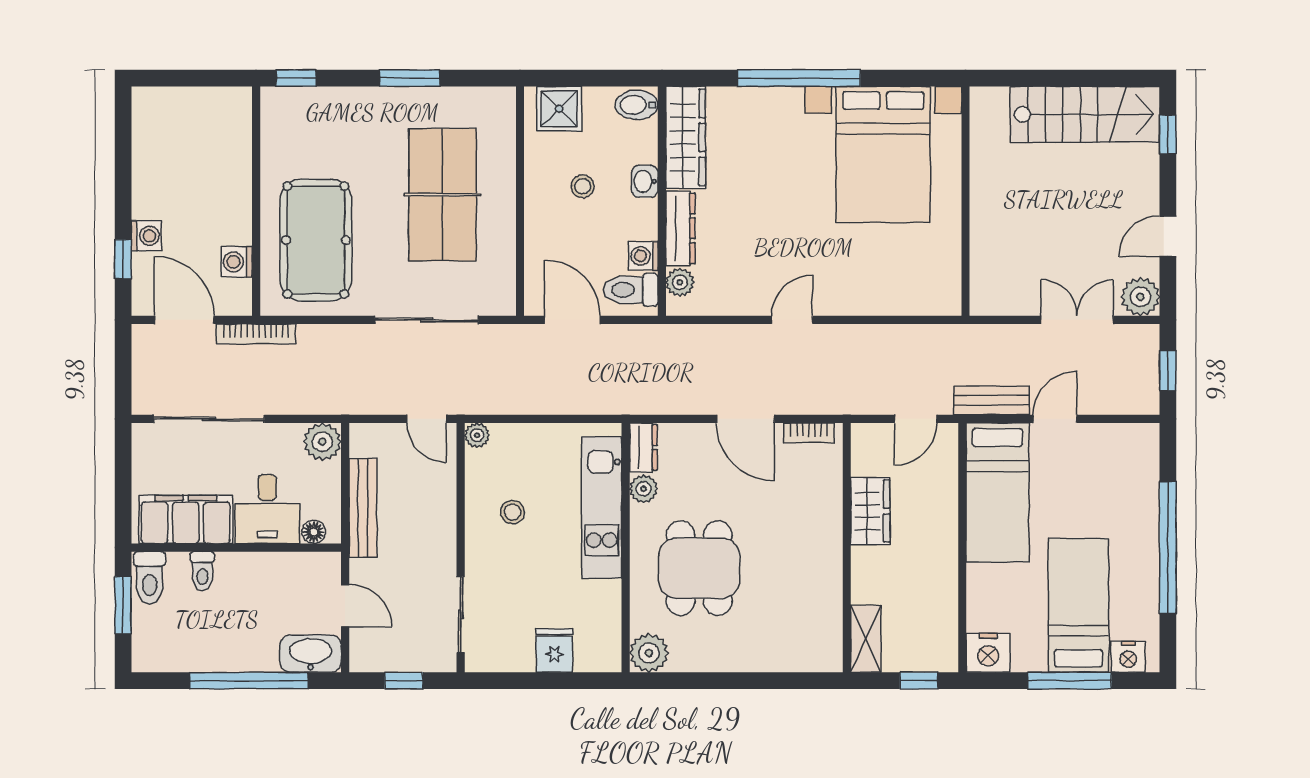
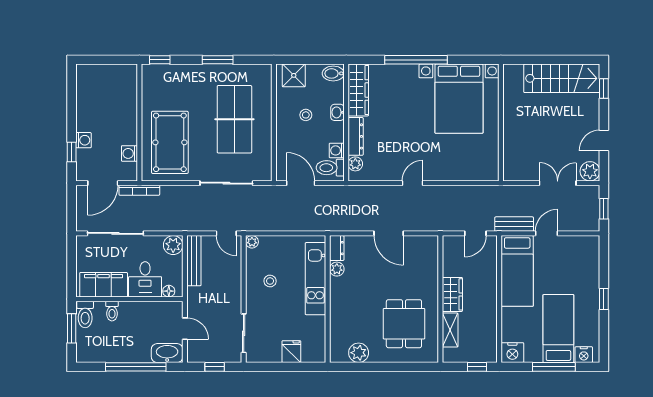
door: (184, 320) -> (103, 183), swing flipped
bookcase: (809, 433) -> (421, 241), removed
bench: (363, 508) -> (194, 261), moved
wardrobe: (870, 511) -> (452, 294), moved
window: (1168, 548) -> (604, 299), width x0.32
dining table: (699, 568) -> (404, 324), moved
shelving: (866, 639) -> (450, 330), moved
plant: (649, 653) -> (359, 353), moved

